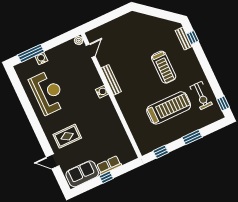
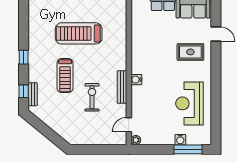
treadmill: (164, 67) -> (65, 75), turned 180
exercise bike: (201, 96) -> (92, 97), moved
window: (223, 103) -> (24, 57), moved

